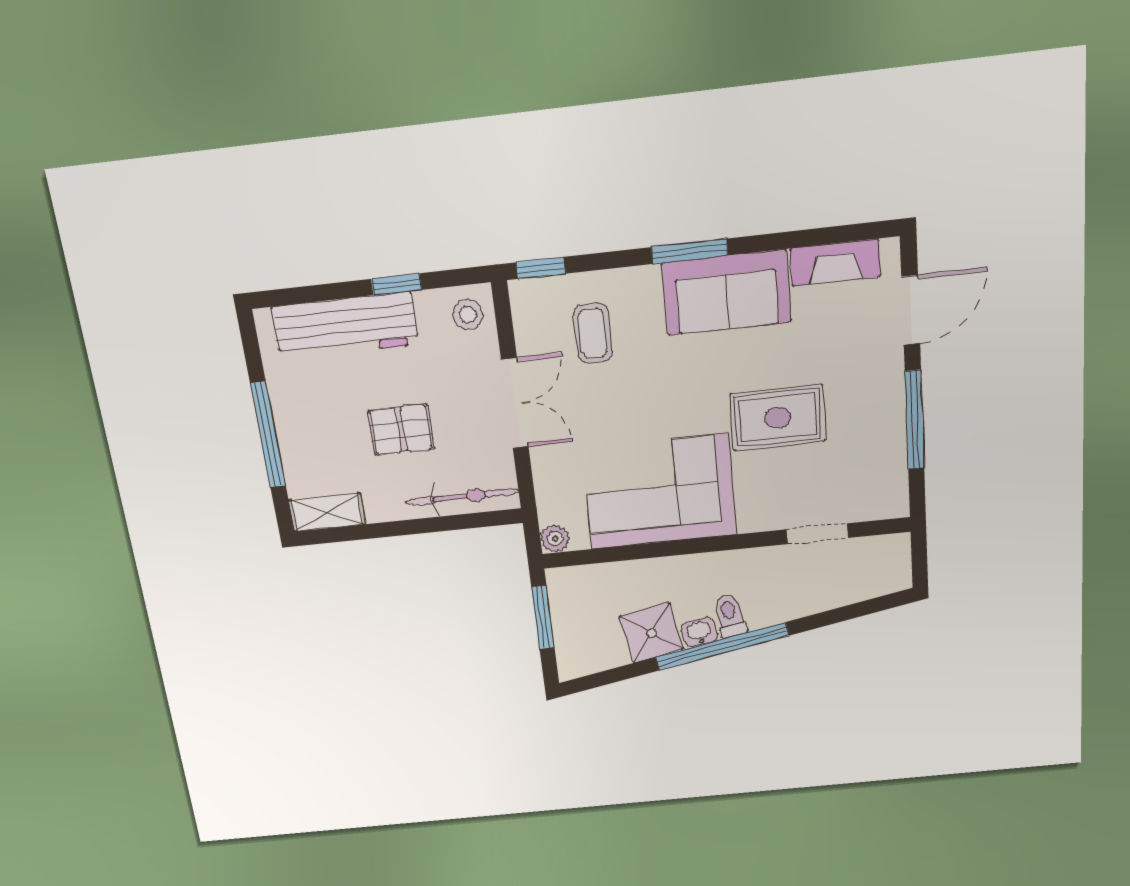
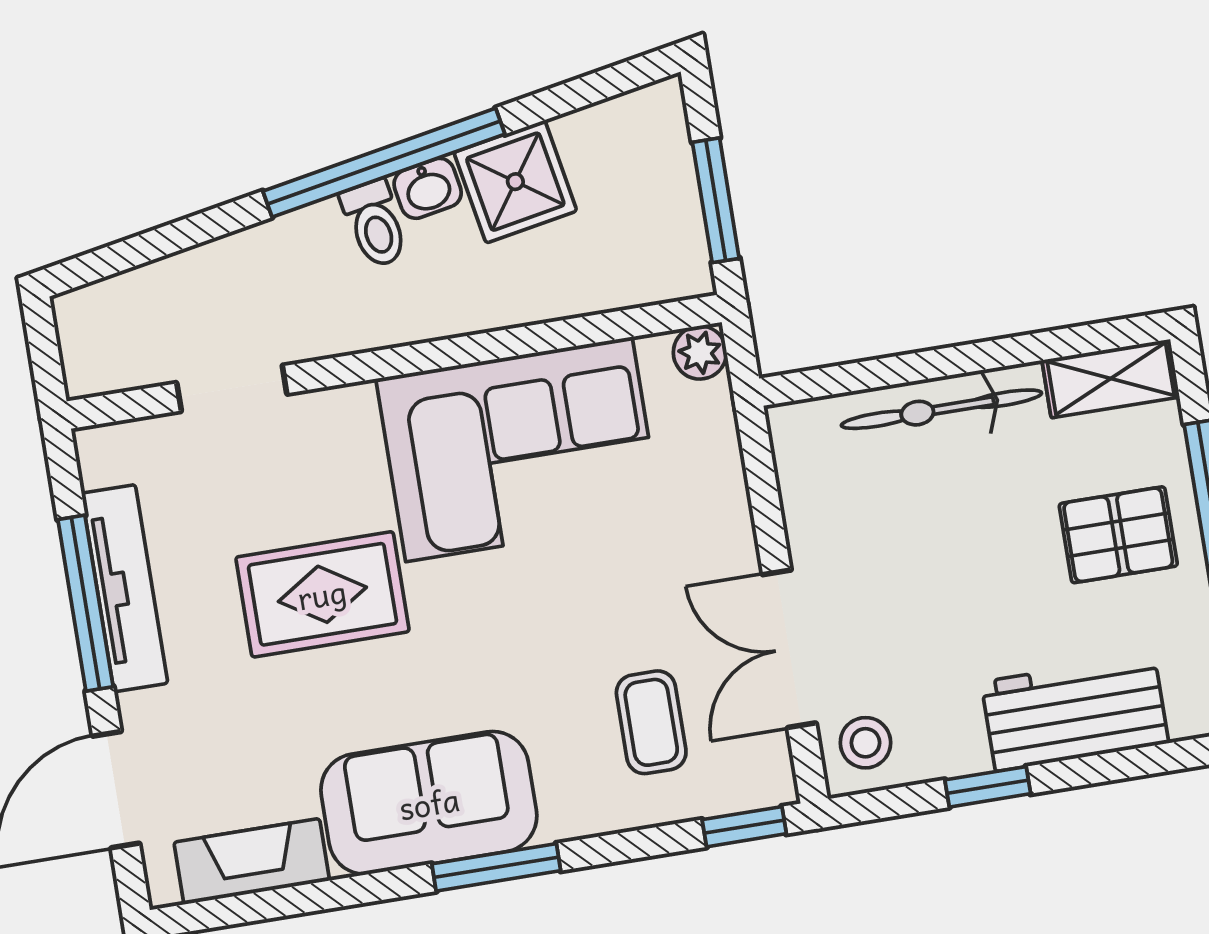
workbench: (345, 326) -> (1075, 713), width x0.73
double door: (515, 403) -> (789, 649), moved
tv unit: (891, 427) -> (125, 588), added
pallet: (401, 430) -> (1118, 535), moved
bicycle: (462, 497) -> (941, 409), moved

